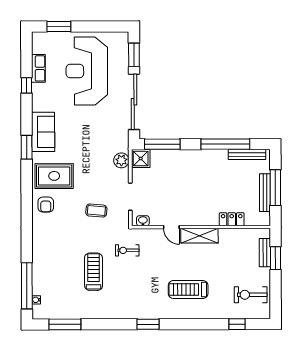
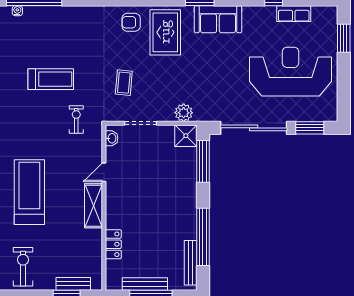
treadmill: (188, 290) -> (29, 192), width x1.37, depth x1.38

